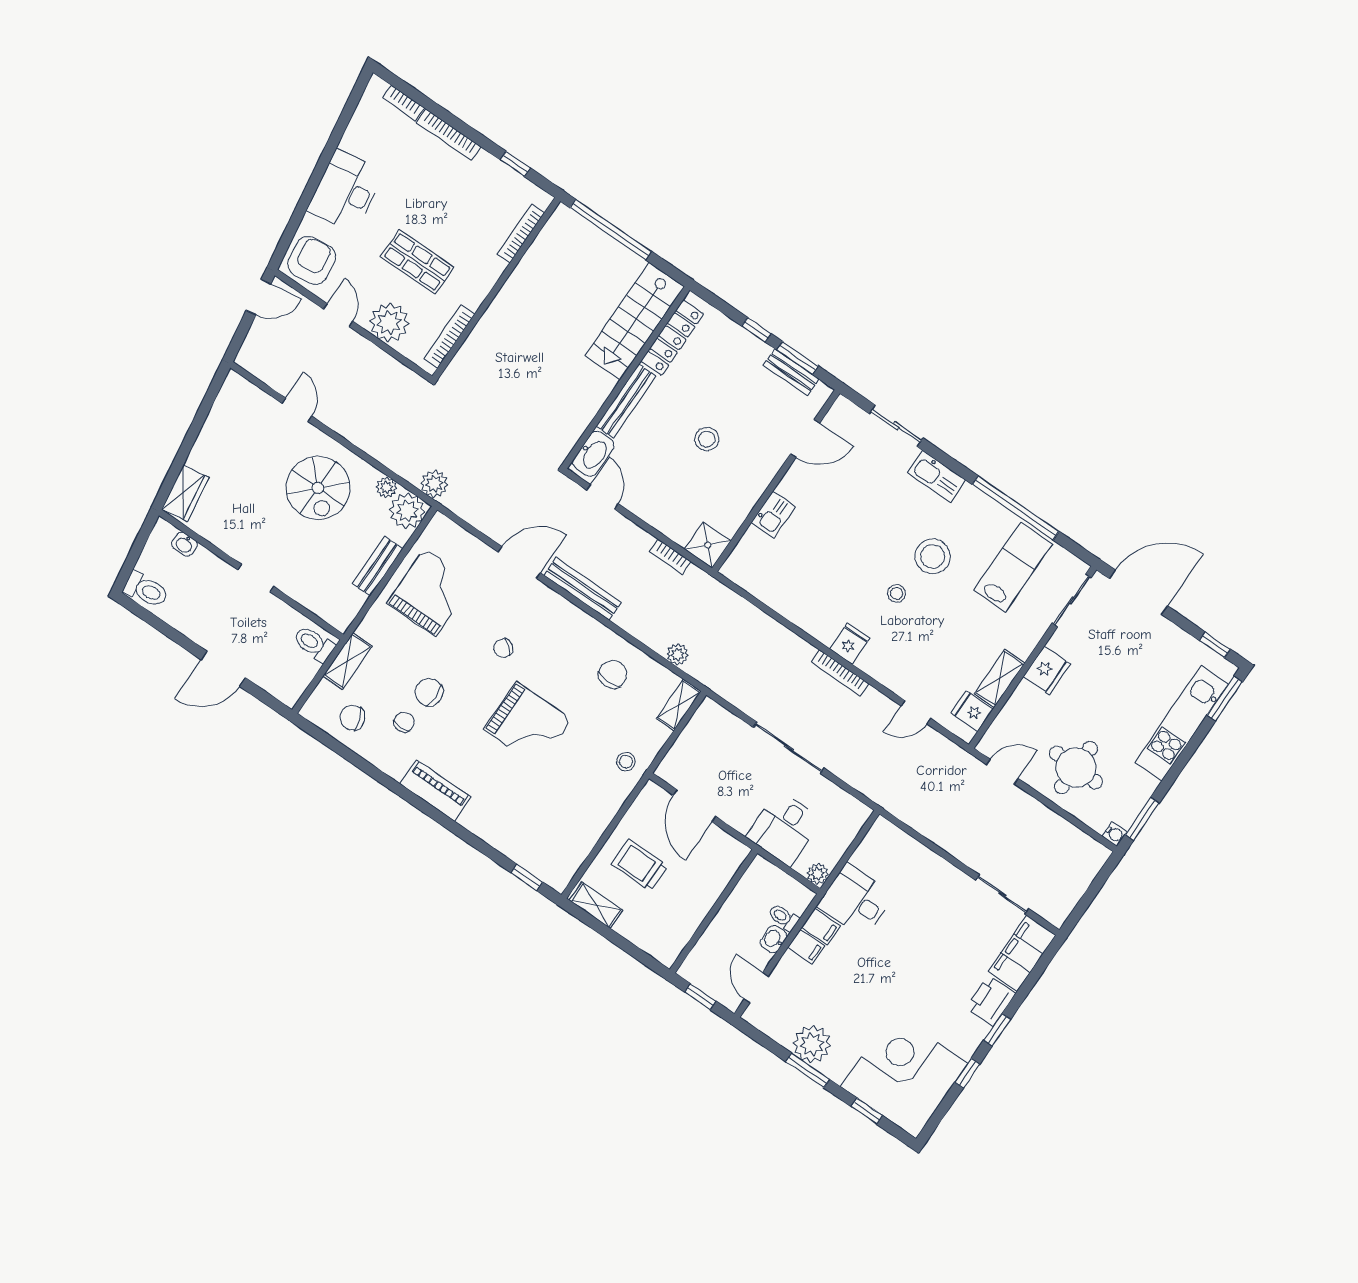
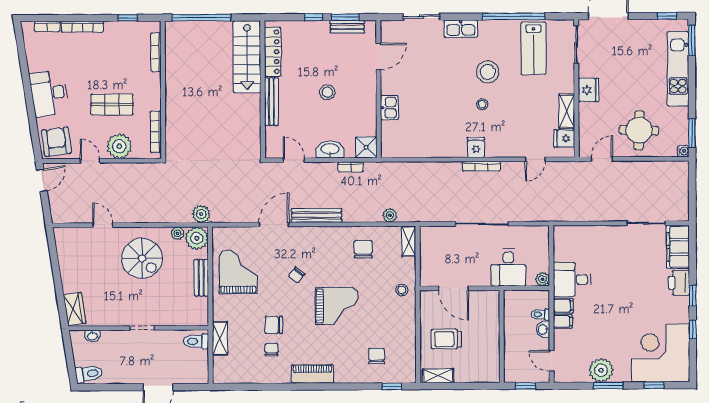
washbasin: (593, 454) -> (330, 150), moved, turned -90
lab bench: (1013, 567) -> (534, 48), turned 180
chair: (352, 718) -> (377, 356), moved, turned 110

